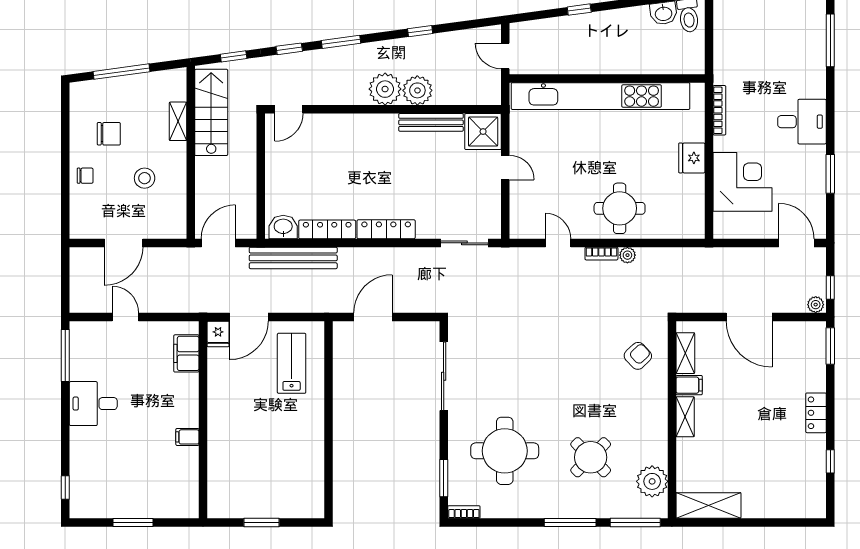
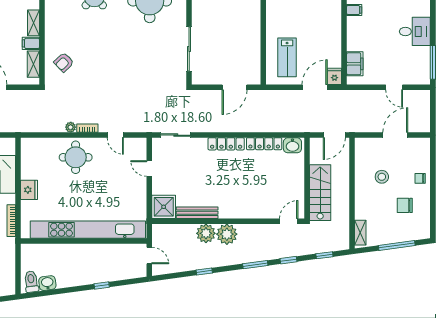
stairs: (211, 112) -> (320, 193), moved, turned 180
shelving: (178, 121) -> (360, 233), moved
door: (505, 168) -> (149, 169), moved
bench: (293, 258) -> (286, 125), removed

